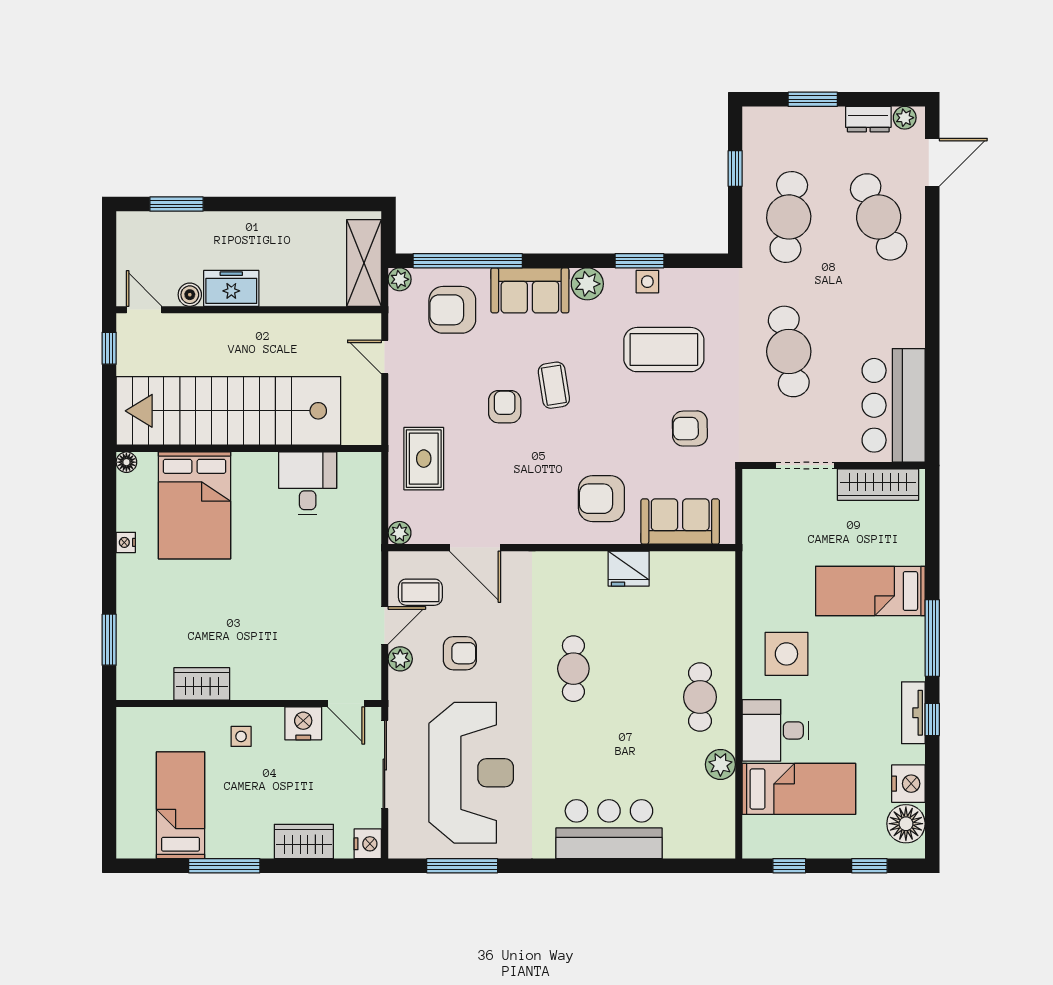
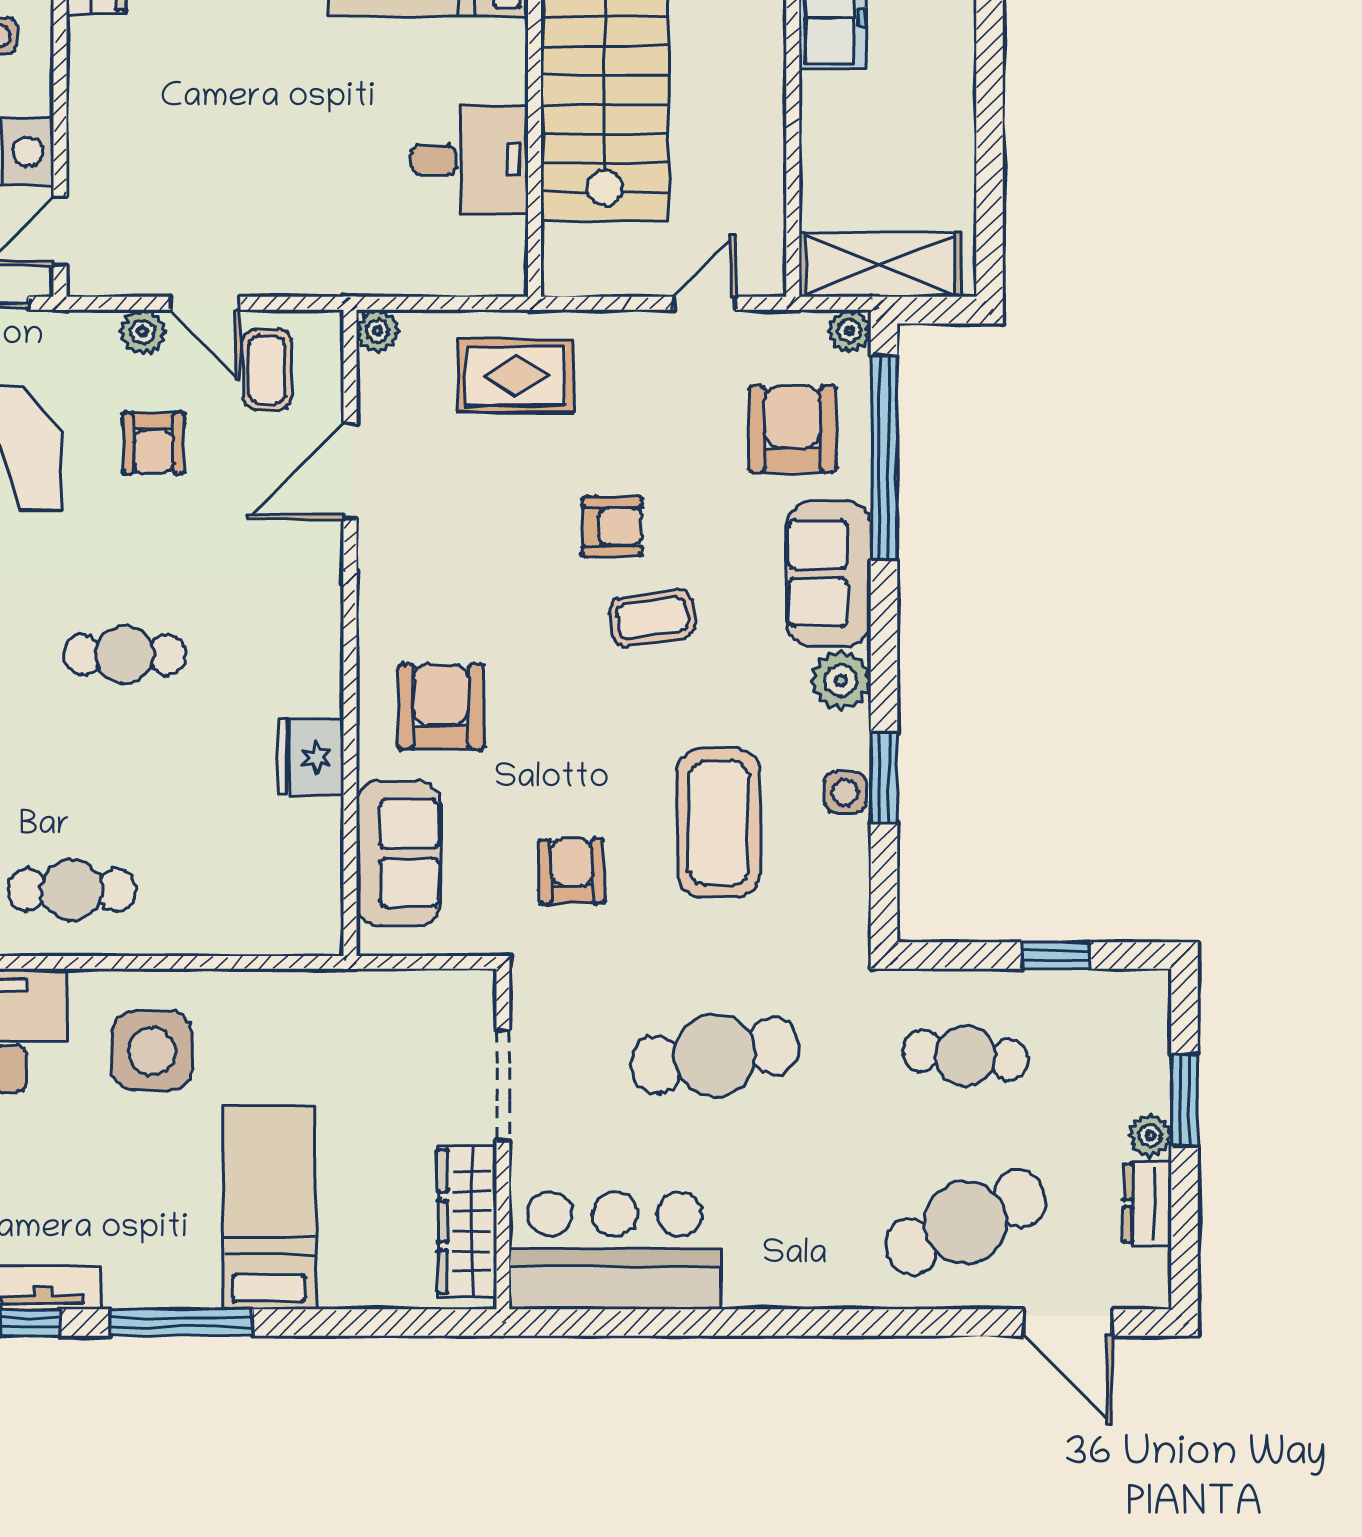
plant: (905, 118) -> (1150, 1136), moved
cafe table: (789, 217) -> (965, 1055), width x0.73, depth x0.74

